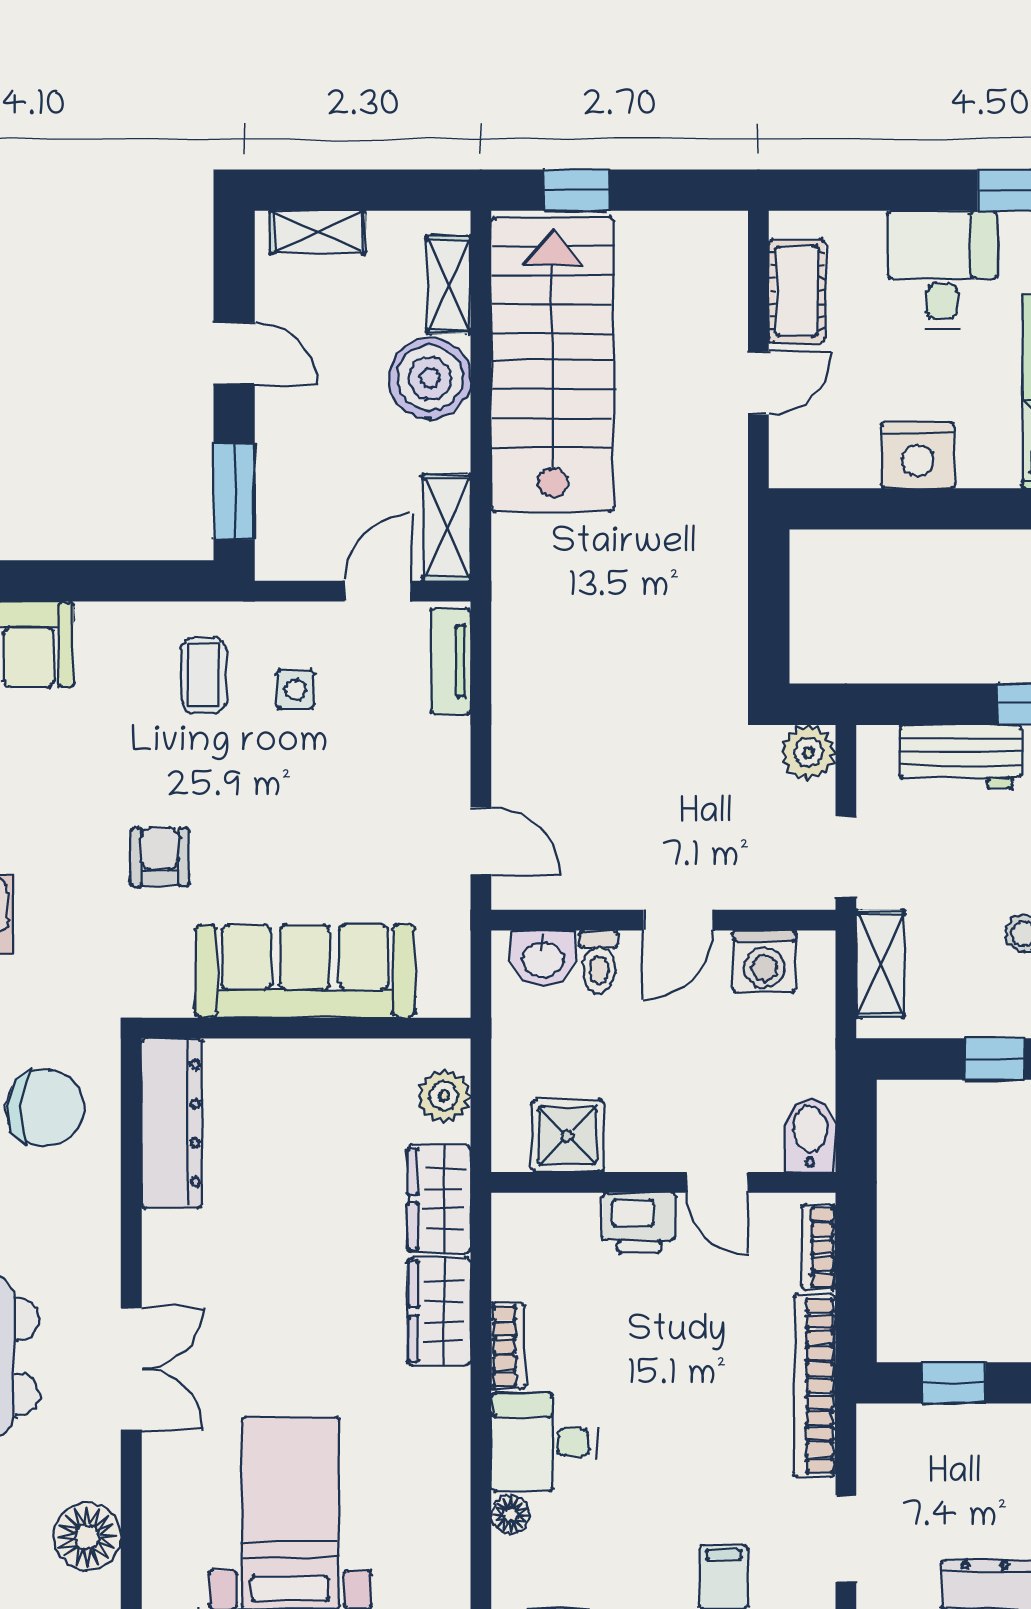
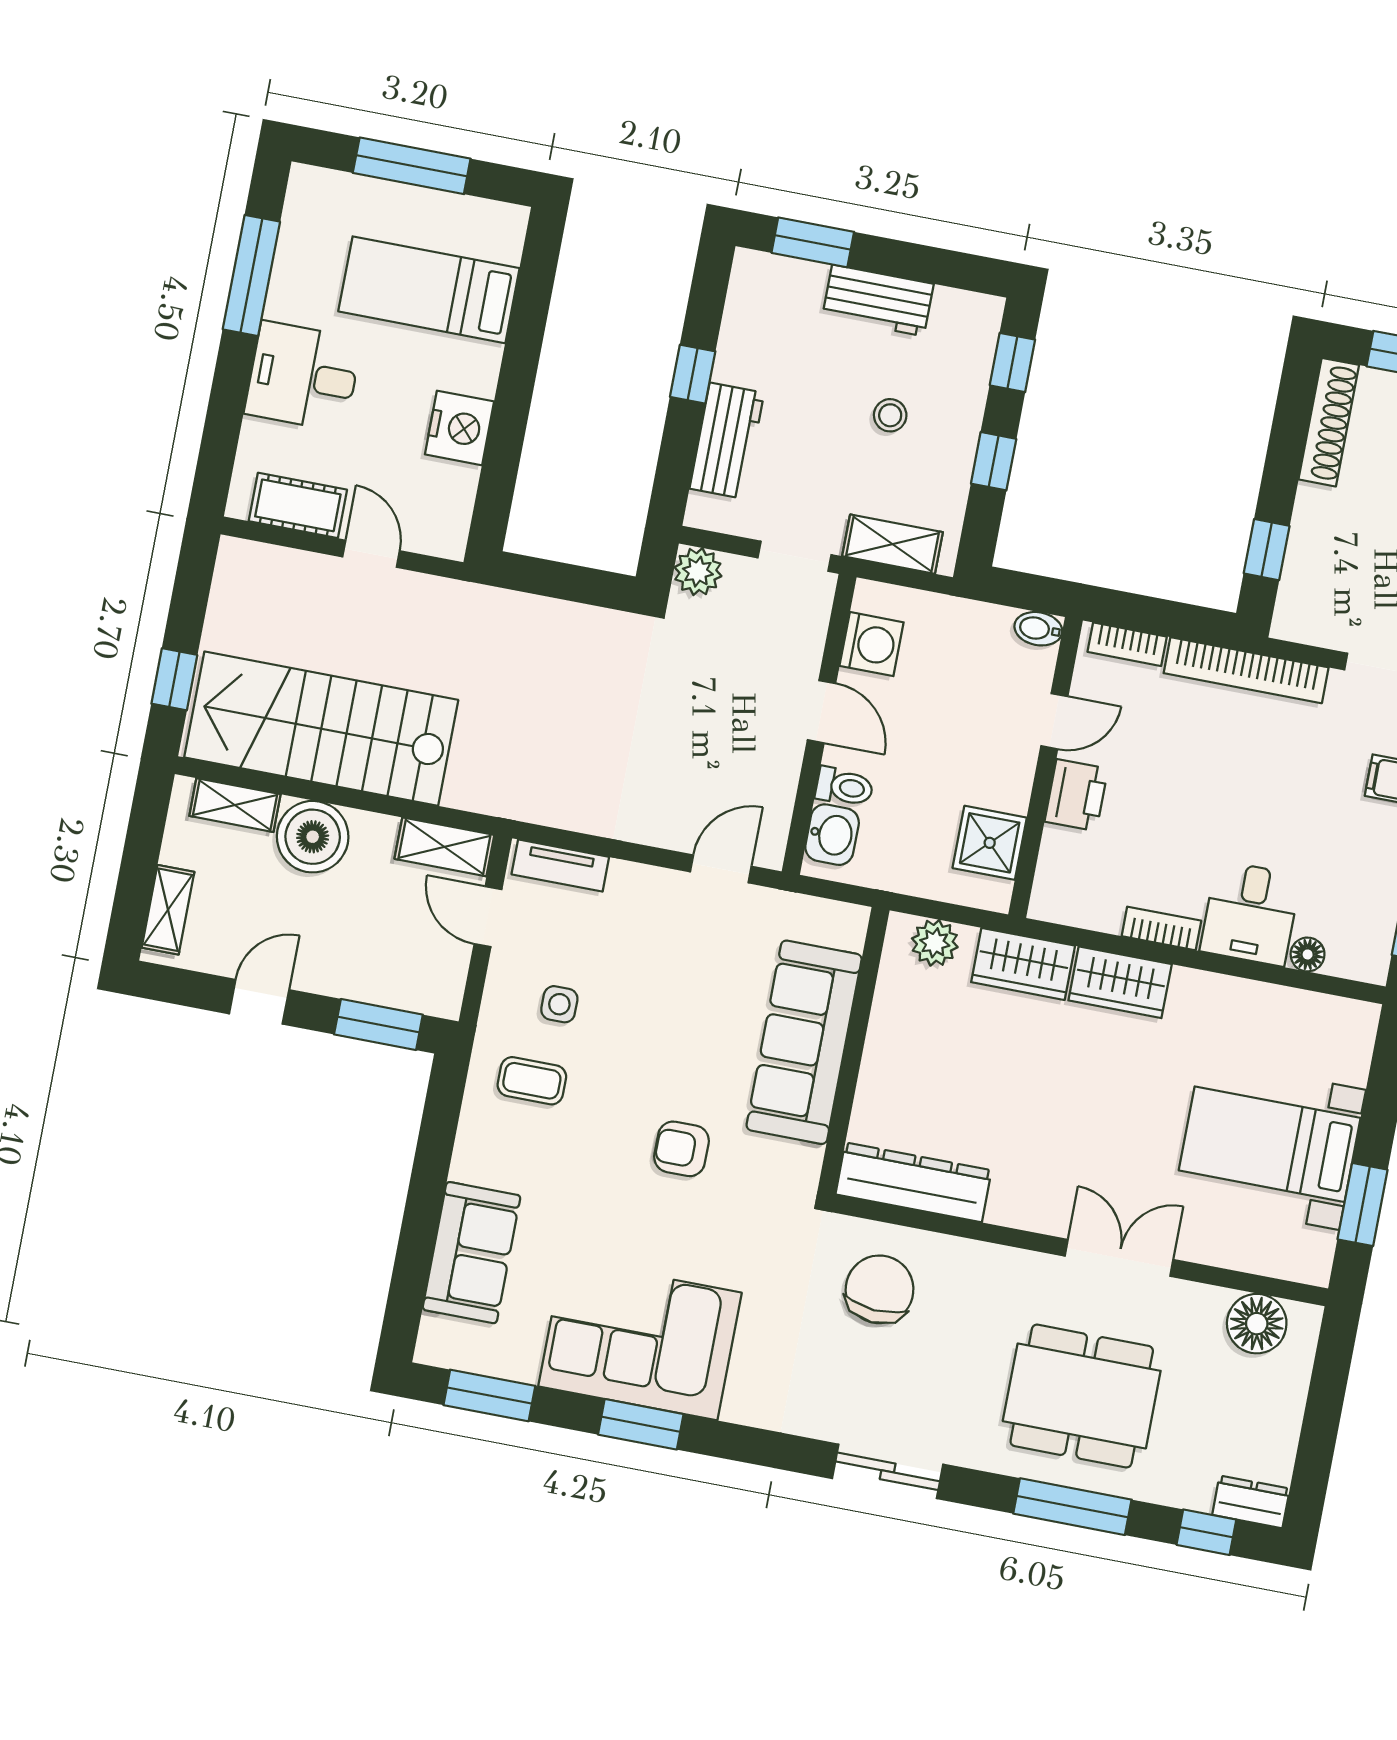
bidet: (810, 1135) -> (1038, 629), width x0.72, depth x0.74

